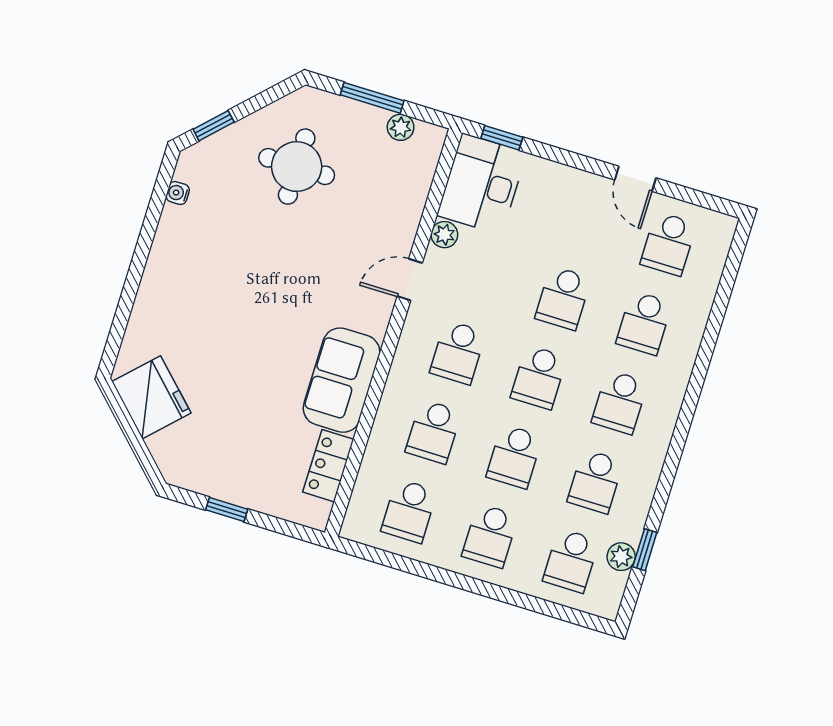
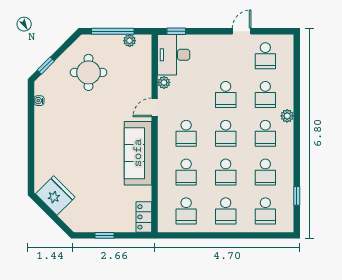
window: (372, 98) -> (113, 31), width x1.44
door: (635, 179) -> (242, 31), swing flipped
sofa: (342, 380) -> (138, 153), width x1.36
locker: (328, 466) -> (144, 217), moved
plant: (621, 557) -> (287, 116), moved

